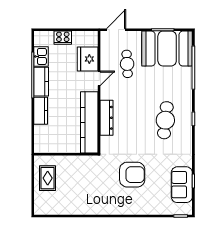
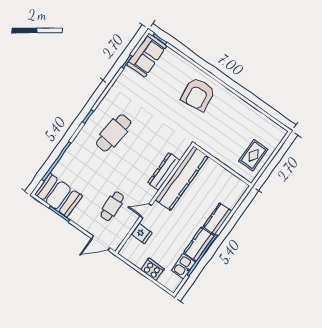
booth: (167, 49) -> (58, 195), width x0.73, depth x0.70
fridge: (88, 59) -> (142, 233), width x0.53, depth x0.75
armchair: (132, 175) -> (198, 94), moved, turned -97
sofa: (182, 185) -> (147, 55), moved

